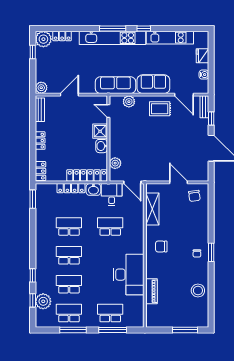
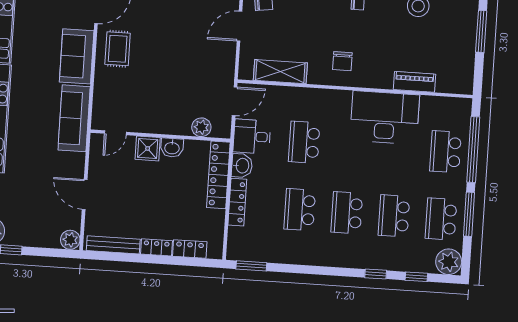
plant: (129, 102) -> (102, 98), removed
bench: (40, 110) -> (113, 245), width x1.36
locker: (40, 171) -> (190, 249), moved
plant: (43, 301) -> (449, 262), moved
window: (113, 330) -> (473, 150), width x1.46

